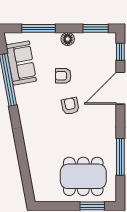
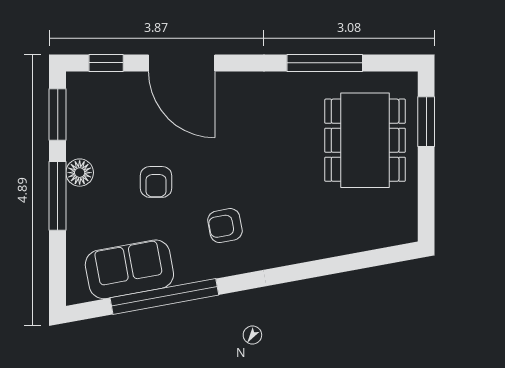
window: (38, 28) -> (58, 196), moved
armchair: (70, 106) -> (225, 226), moved

